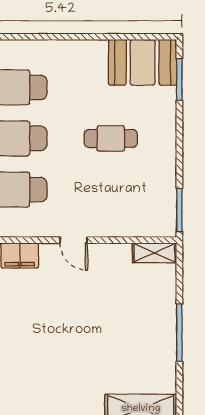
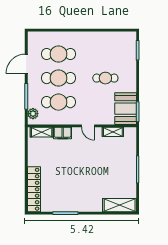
booth: (143, 62) -> (126, 109), moved, turned 90
shelving: (155, 253) -> (113, 132), moved

